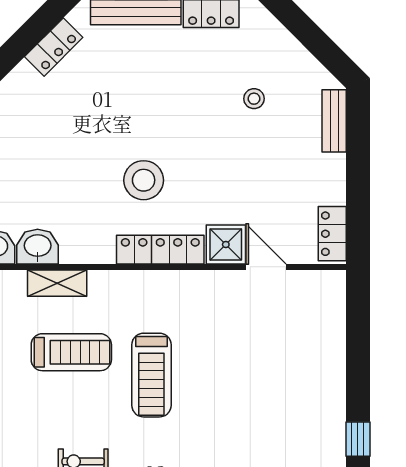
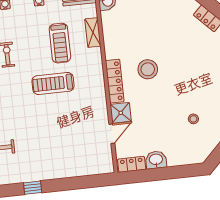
bench: (334, 121) -> (187, 159), removed
washbasin: (38, 247) -> (156, 160), moved, turned -90

